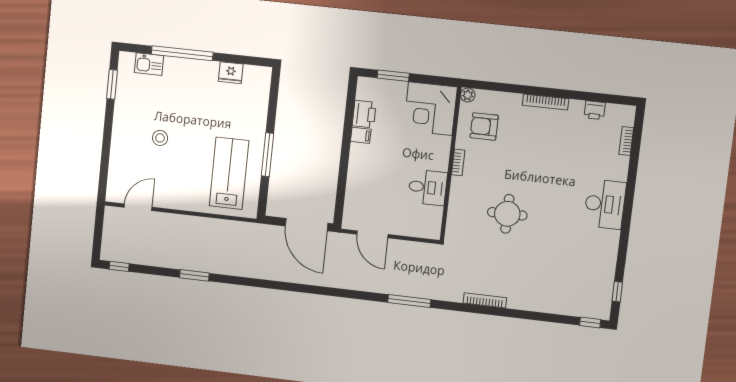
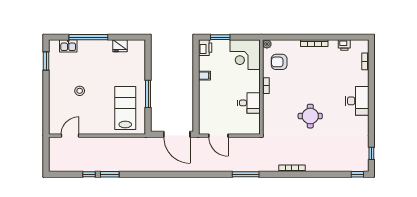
printer: (364, 114) -> (205, 48), moved
round table: (507, 214) -> (310, 116), moved
window: (119, 266) -> (89, 174), moved

